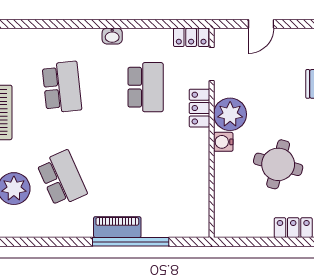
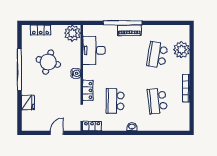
plant: (230, 114) -> (72, 33), moved
school desk: (62, 179) -> (157, 55), turned 33
desk: (187, 187) -> (94, 50), added

